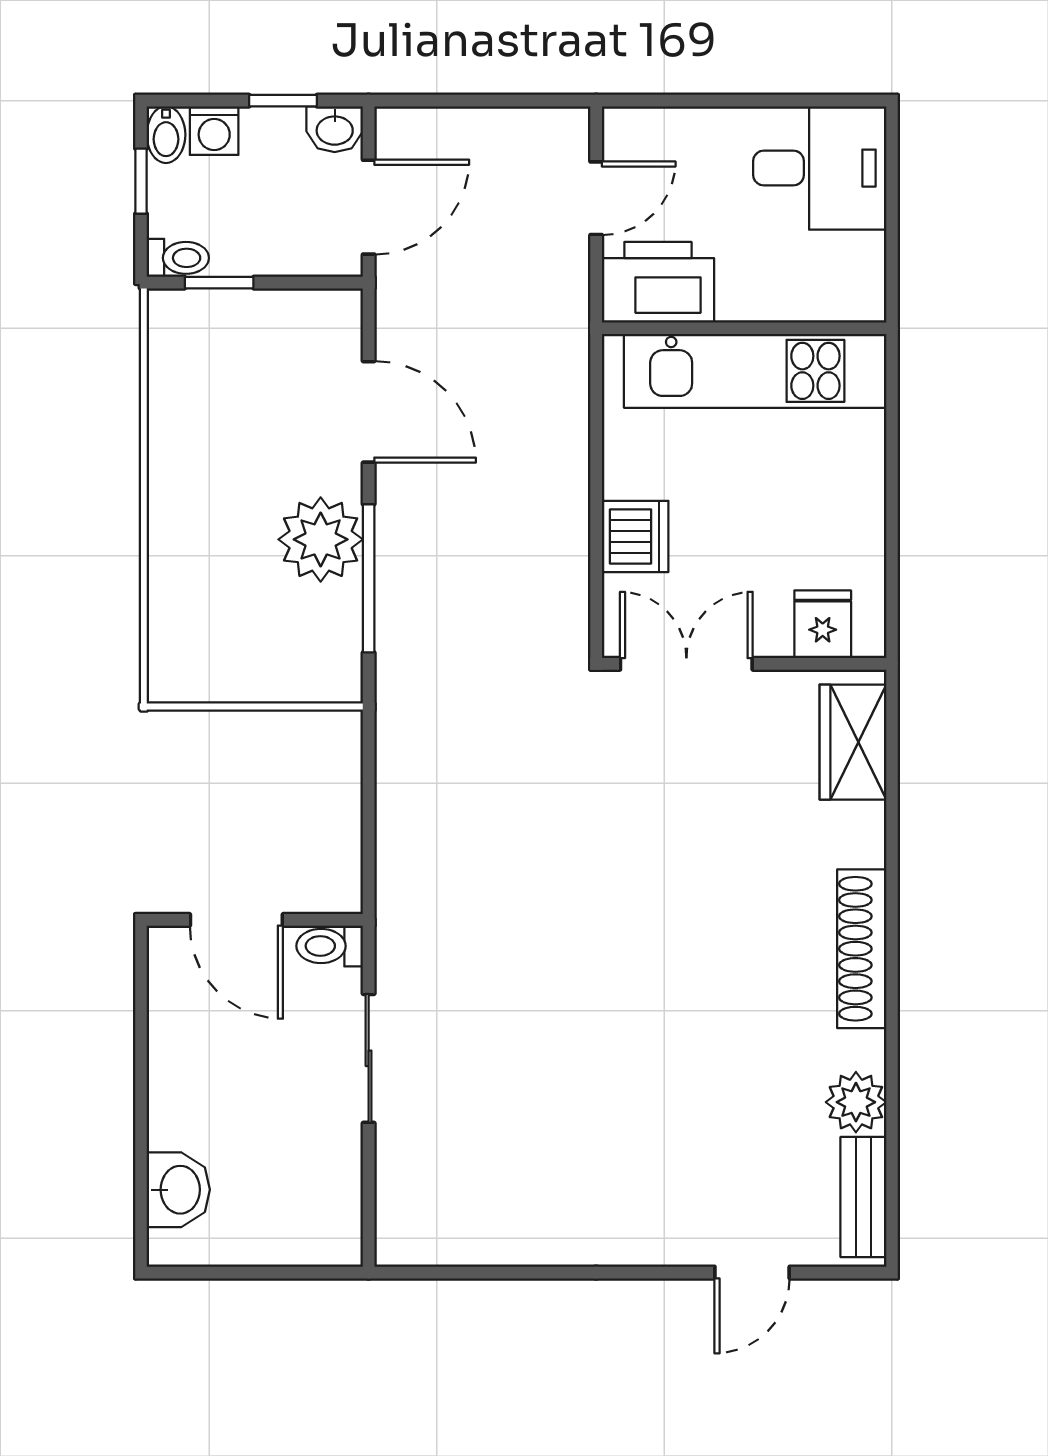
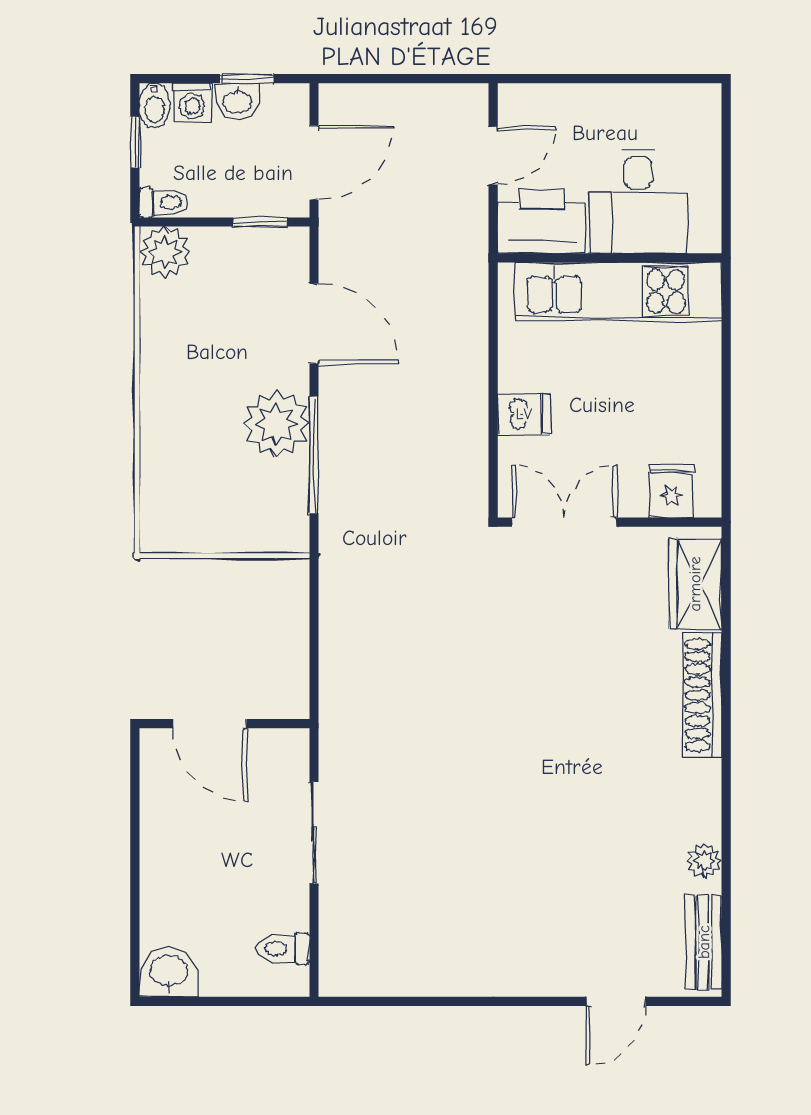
washbasin: (335, 129) -> (237, 101), moved
desk: (820, 168) -> (638, 201), moved, turned 90
window: (219, 283) -> (260, 222), moved
plant: (179, 321) -> (165, 252), added
dishwasher: (635, 536) -> (524, 414), width x0.73
toilet: (330, 946) -> (283, 949), moved
shoe rack: (862, 949) -> (702, 695), moved
plant: (856, 1102) -> (704, 861), width x0.73, depth x0.73
washbasin: (178, 1190) -> (169, 972), moved, turned -90

